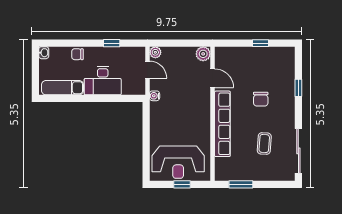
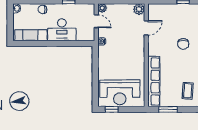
door: (213, 78) -> (146, 28), hinge flipped
row of seats: (222, 124) -> (154, 82), moved
coffee table: (264, 144) -> (188, 91), moved
window: (182, 184) -> (112, 109), moved

